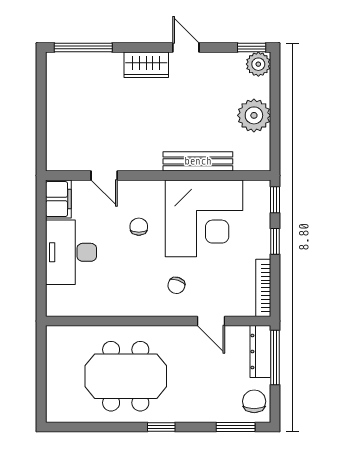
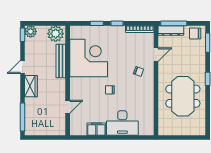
bench: (198, 161) -> (61, 61), moved
door: (104, 175) -> (68, 107), moved
wall: (158, 175) -> (68, 80), moved
corner desk: (204, 218) -> (89, 58), moved

